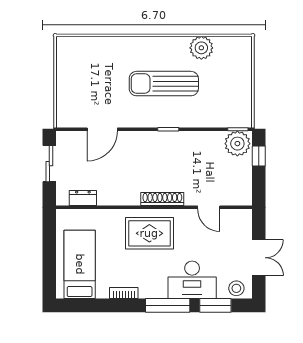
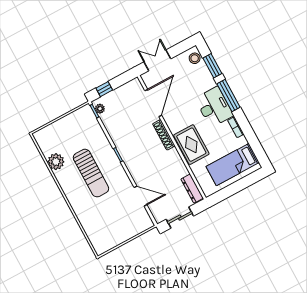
plant: (237, 144) -> (100, 109), width x0.53, depth x0.53
dresser: (83, 198) -> (192, 189), width x1.44
door: (209, 207) -> (153, 103), width x1.87
rug: (149, 233) -> (191, 145), moved
double door: (259, 258) -> (157, 60), moved
desk: (192, 280) -> (214, 107), moved

